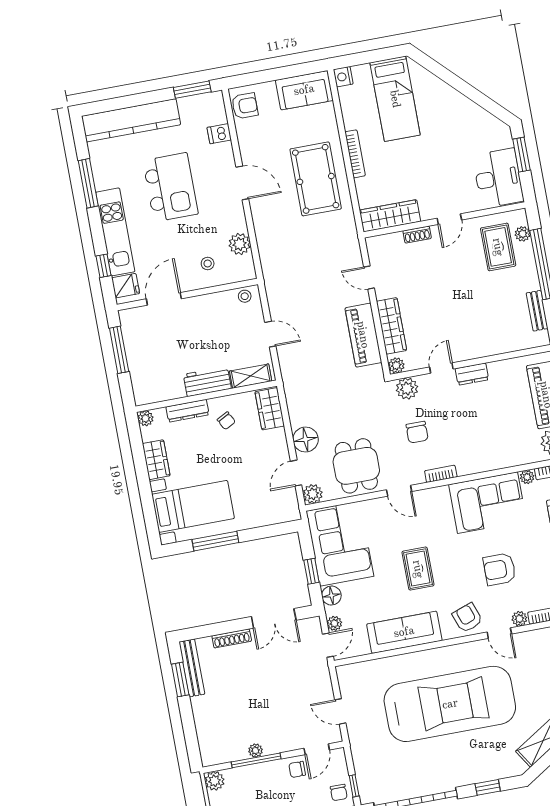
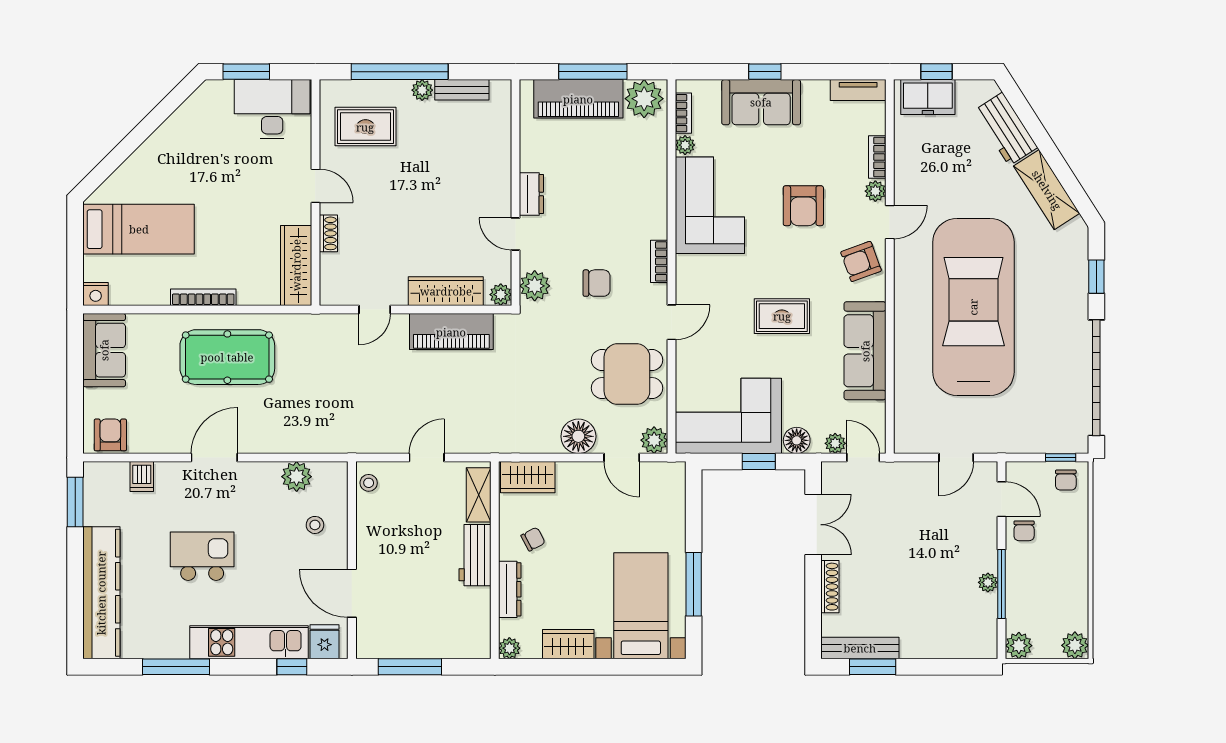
kitchen island: (170, 187) -> (202, 556), width x0.73, depth x0.78
plant: (523, 234) -> (422, 90), moved
chair: (339, 793) -> (1066, 480), turned 90

